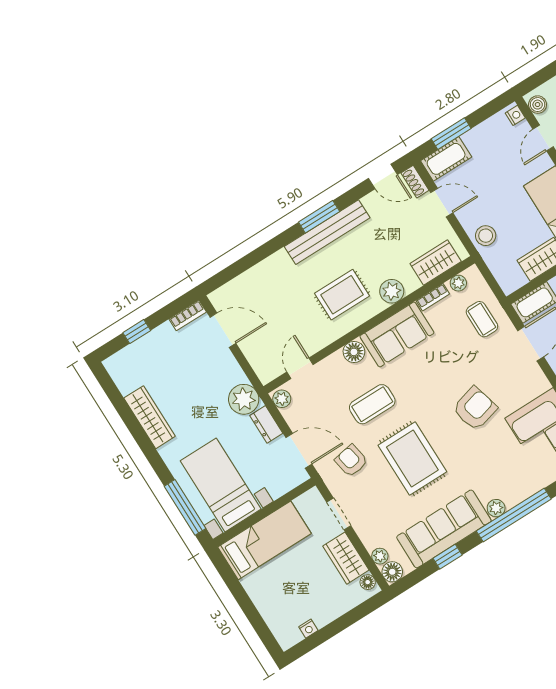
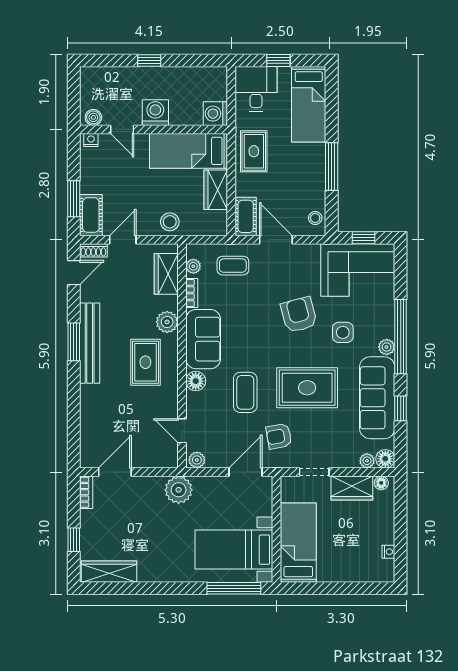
wardrobe: (150, 417) -> (109, 572), moved
dresser: (266, 424) -> (209, 485), removed
side table: (484, 459) -> (343, 332), added

